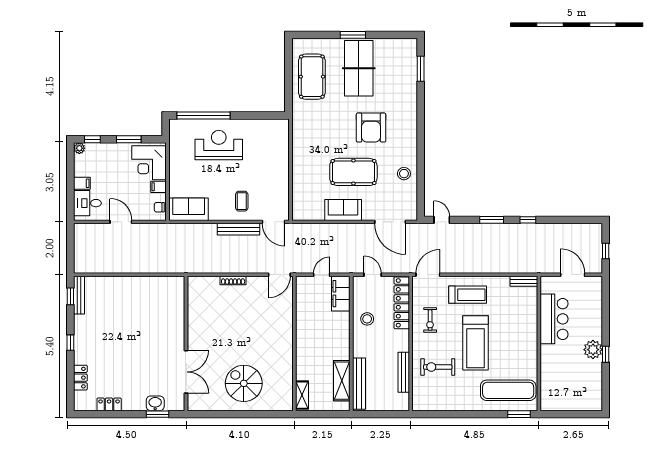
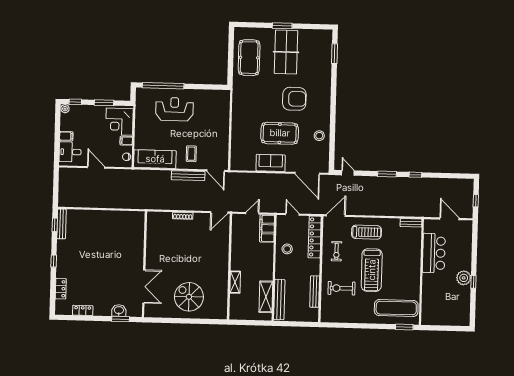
armchair: (371, 128) -> (294, 99), turned -90
sofa: (189, 209) -> (155, 159), width x1.36
shelving: (302, 395) -> (235, 282), moved

